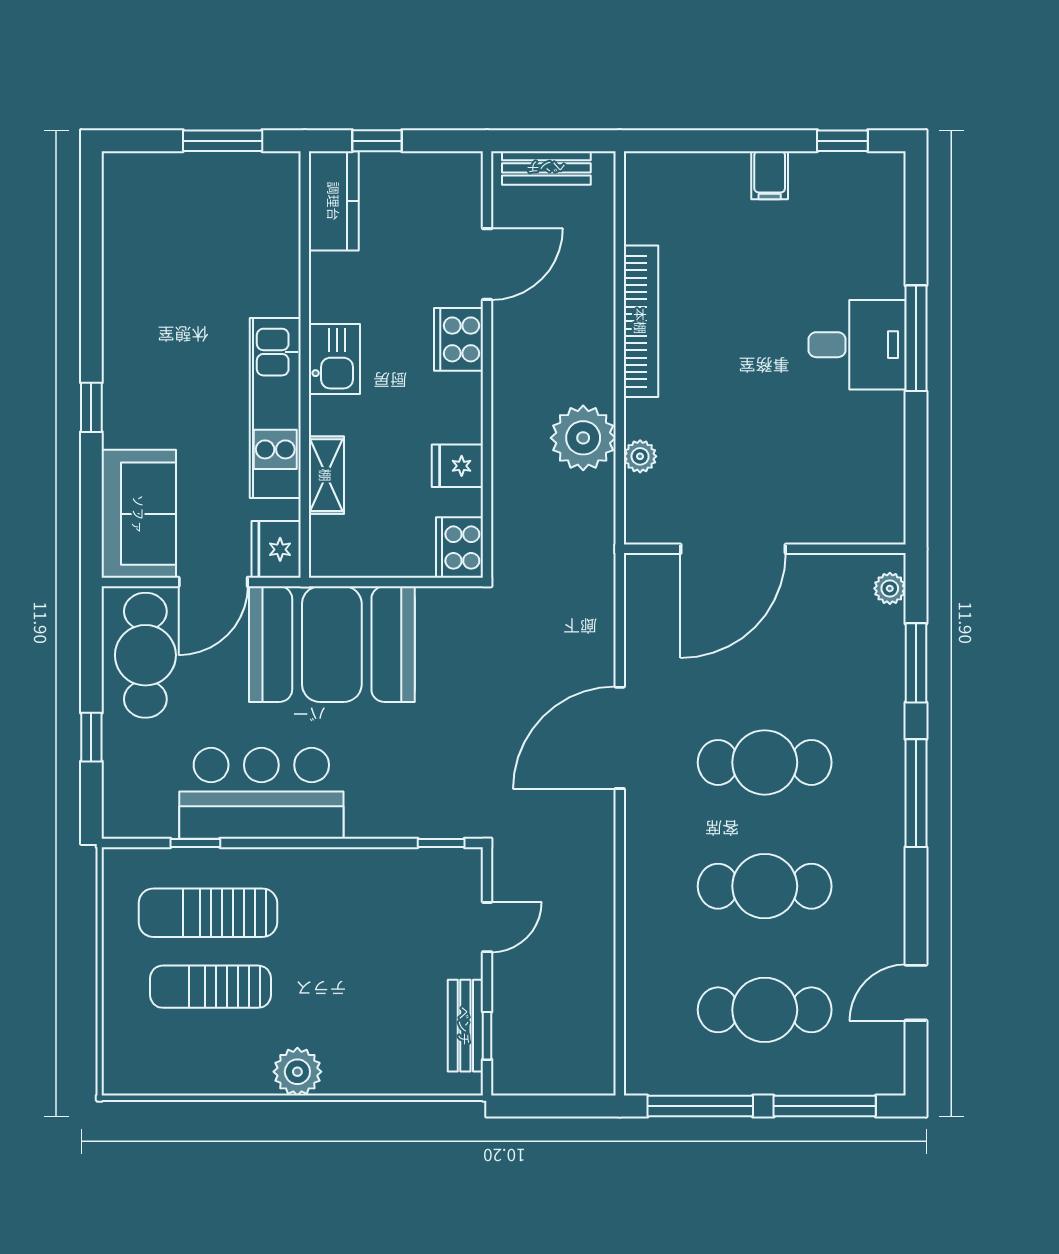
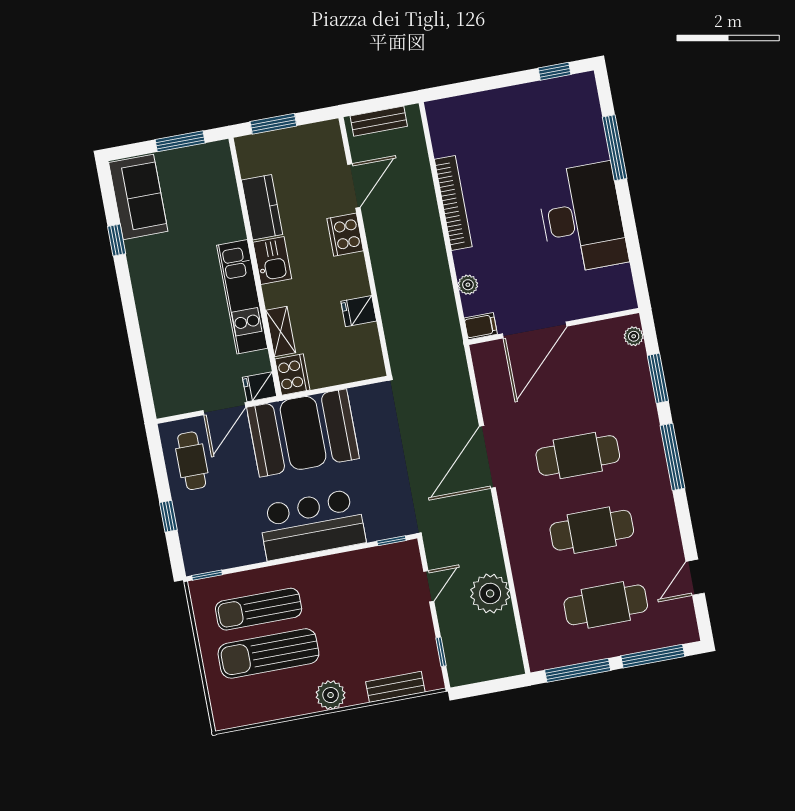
window: (377, 141) -> (273, 124), width x1.50
filing cabinet: (770, 175) -> (481, 326), moved, turned -90
kitchen counter: (334, 201) -> (262, 207), moved
window: (916, 338) -> (615, 148), moved
desk: (857, 345) -> (582, 218), width x1.87, depth x1.30
window: (91, 407) -> (117, 240), moved
plant: (583, 438) -> (490, 593), moved
sofa: (139, 514) -> (138, 197), moved
cooker: (460, 548) -> (292, 375), moved, turned 180
fridge: (276, 549) -> (260, 387), width x0.72
cafe table: (145, 655) -> (192, 461), width x0.73, depth x0.74
bar counter: (261, 793) -> (312, 525), moved
window: (195, 843) -> (207, 575), moved
sun lounger: (210, 987) -> (268, 653), width x1.36, depth x1.34
bench: (465, 1026) -> (395, 687), moved, turned 90

